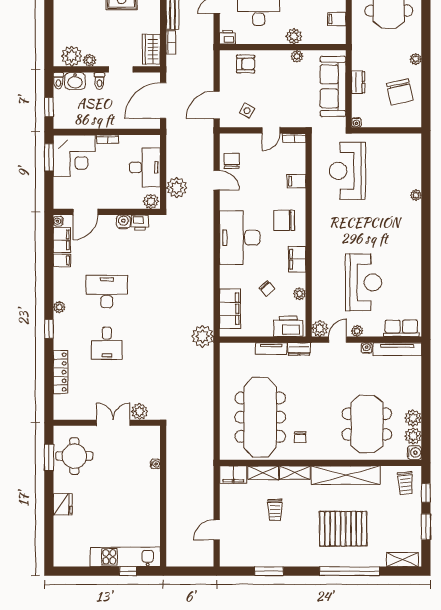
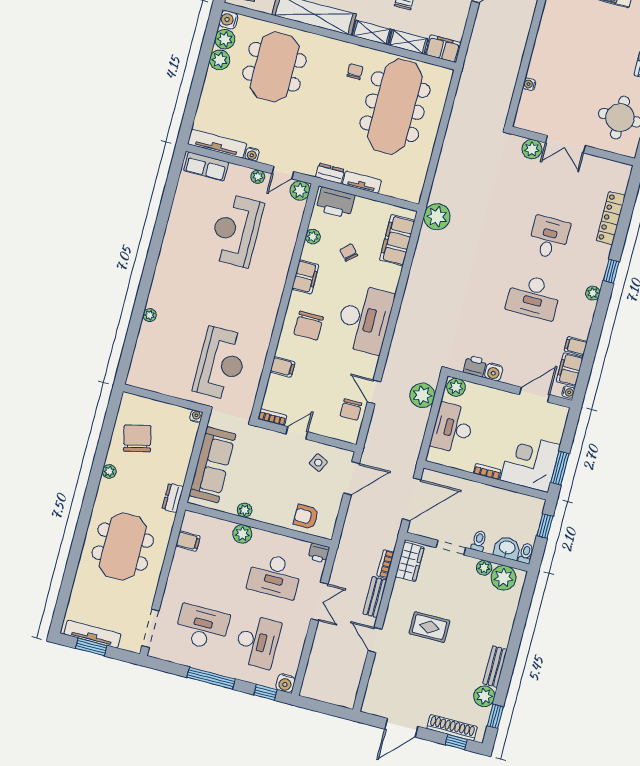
dresser: (358, 82) -> (173, 498), moved
chair: (284, 220) -> (309, 326), turned 90

